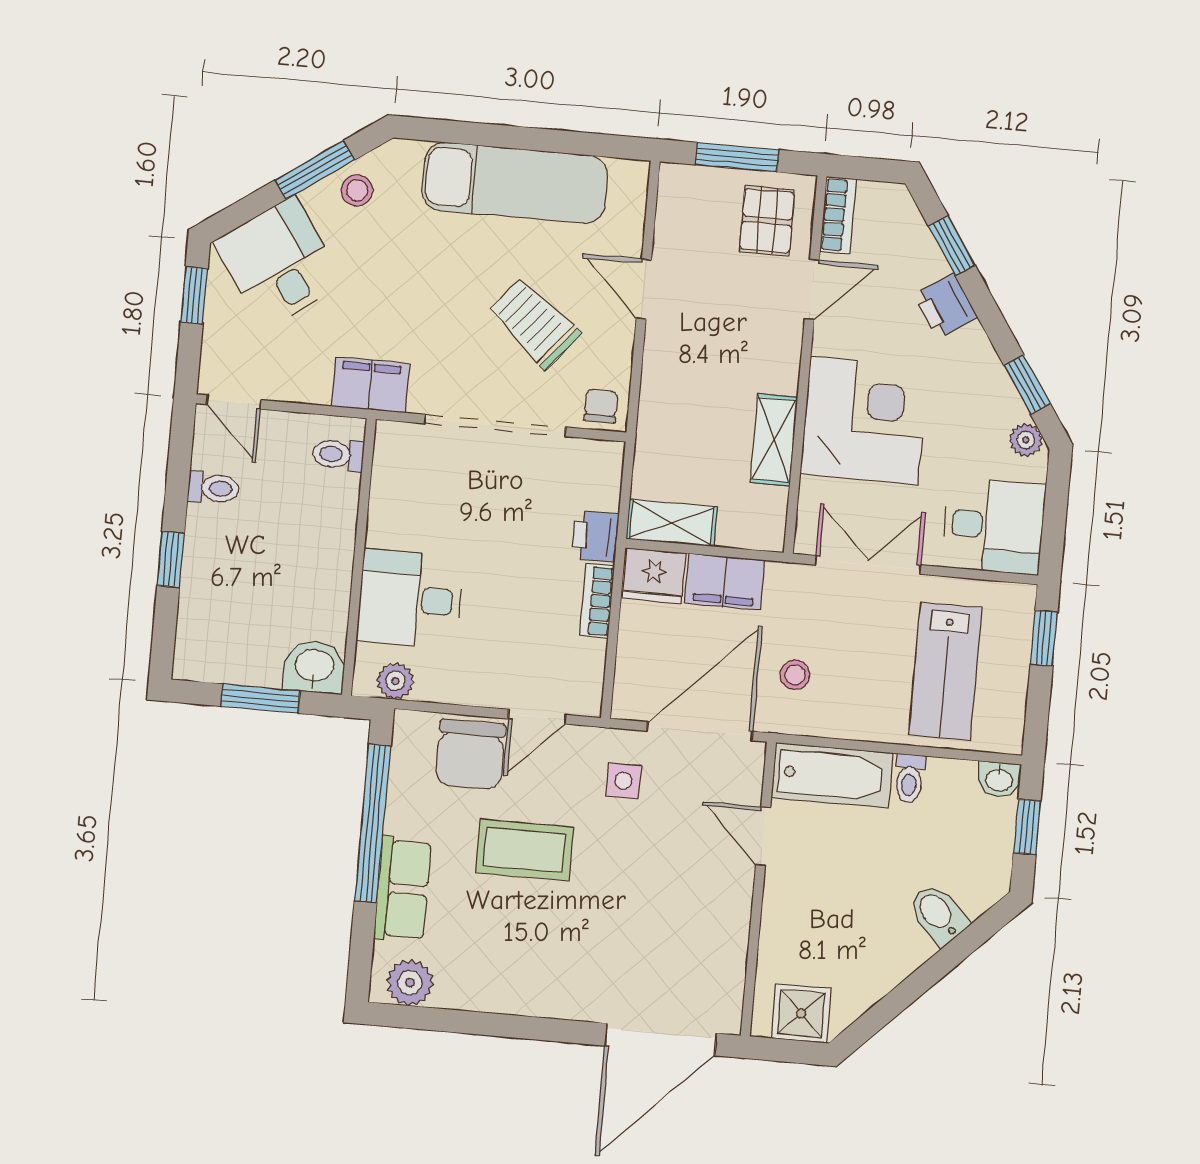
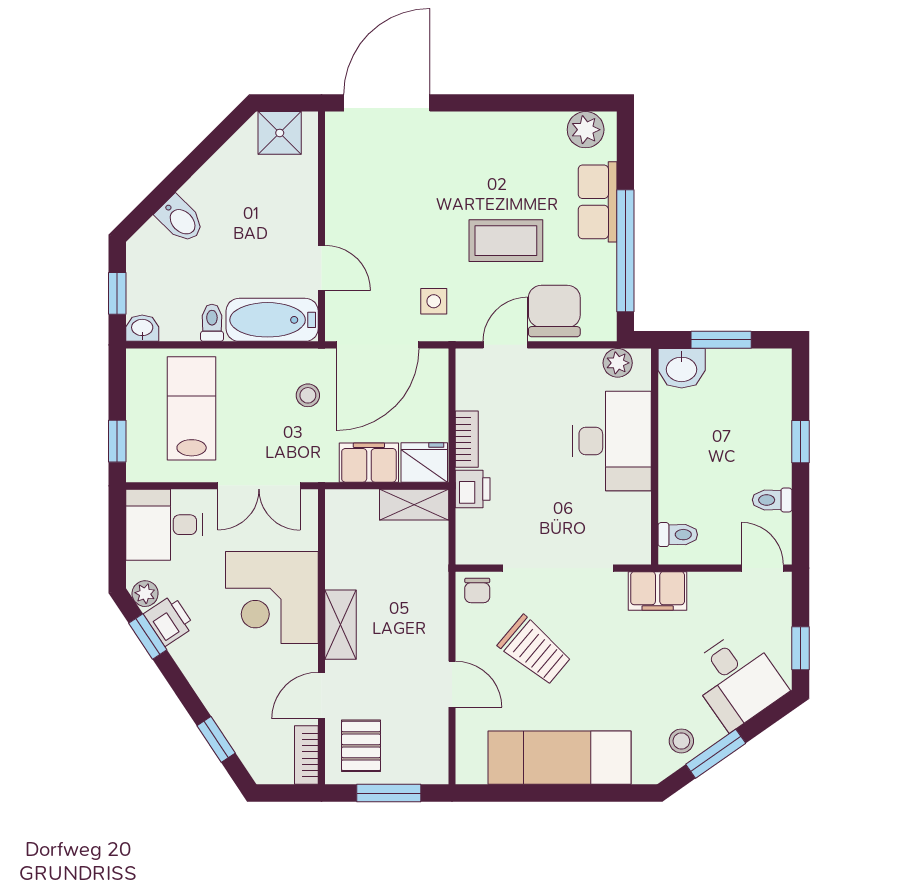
printer: (946, 306) -> (169, 620), moved
shelving: (774, 440) -> (341, 625), moved
desk: (410, 599) -> (612, 441), width x1.37

